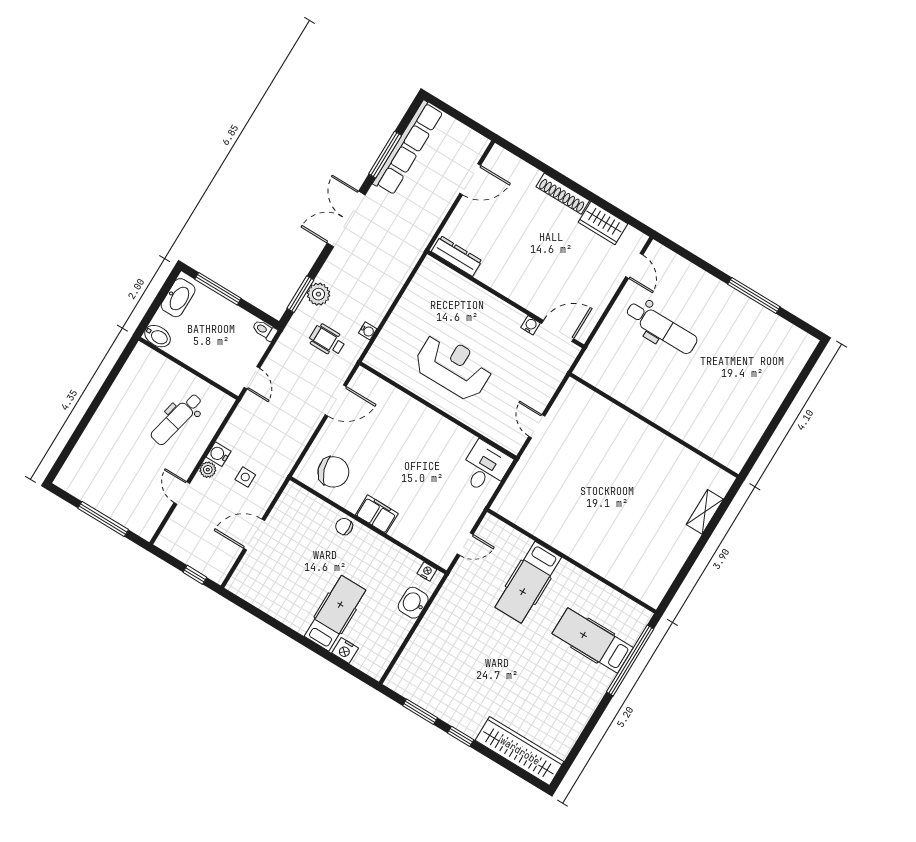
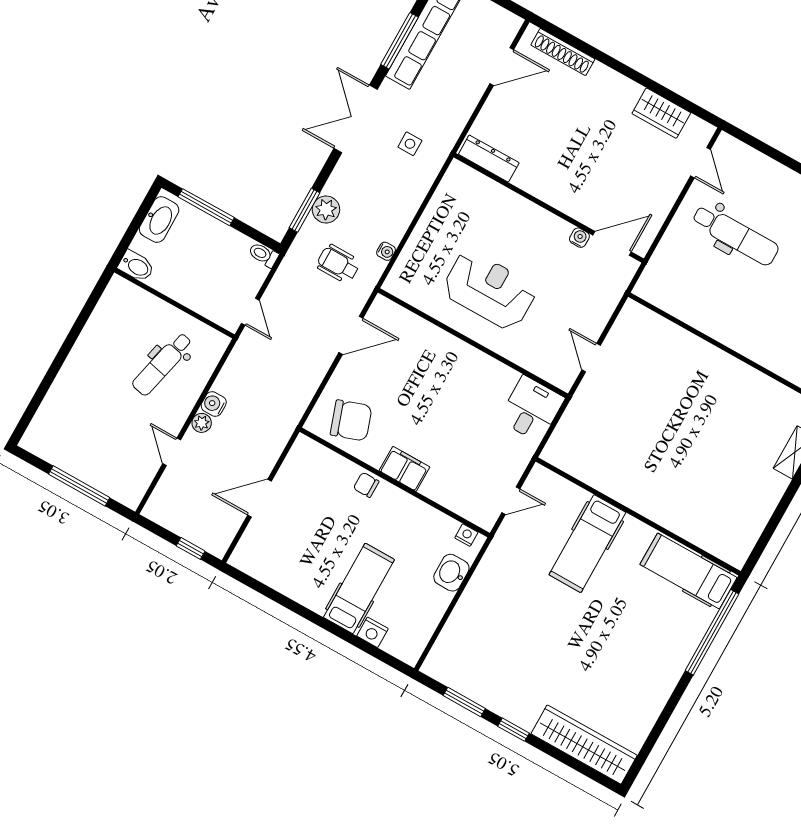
shoe rack: (563, 194) -> (563, 52), moved
side table: (245, 477) -> (410, 144), moved
hospital bed: (593, 641) -> (688, 571), moved

